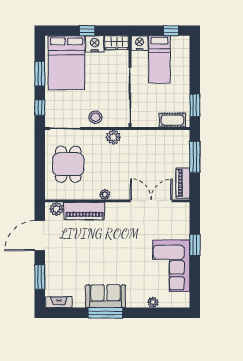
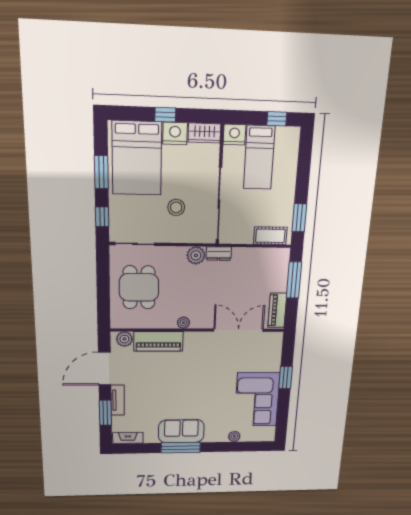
stool: (95, 117) -> (176, 207), moved
dresser: (132, 135) -> (219, 254), added
tv unit: (50, 265) -> (118, 400), added

